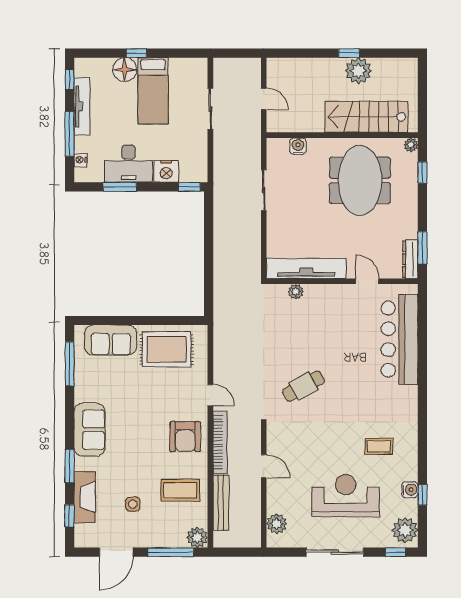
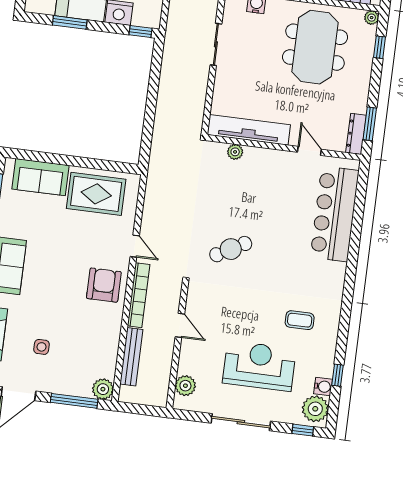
armchair: (185, 437) -> (104, 285), turned 180
coffee table: (180, 490) -> (92, 339), removed
water cooler: (410, 490) -> (323, 386), moved

